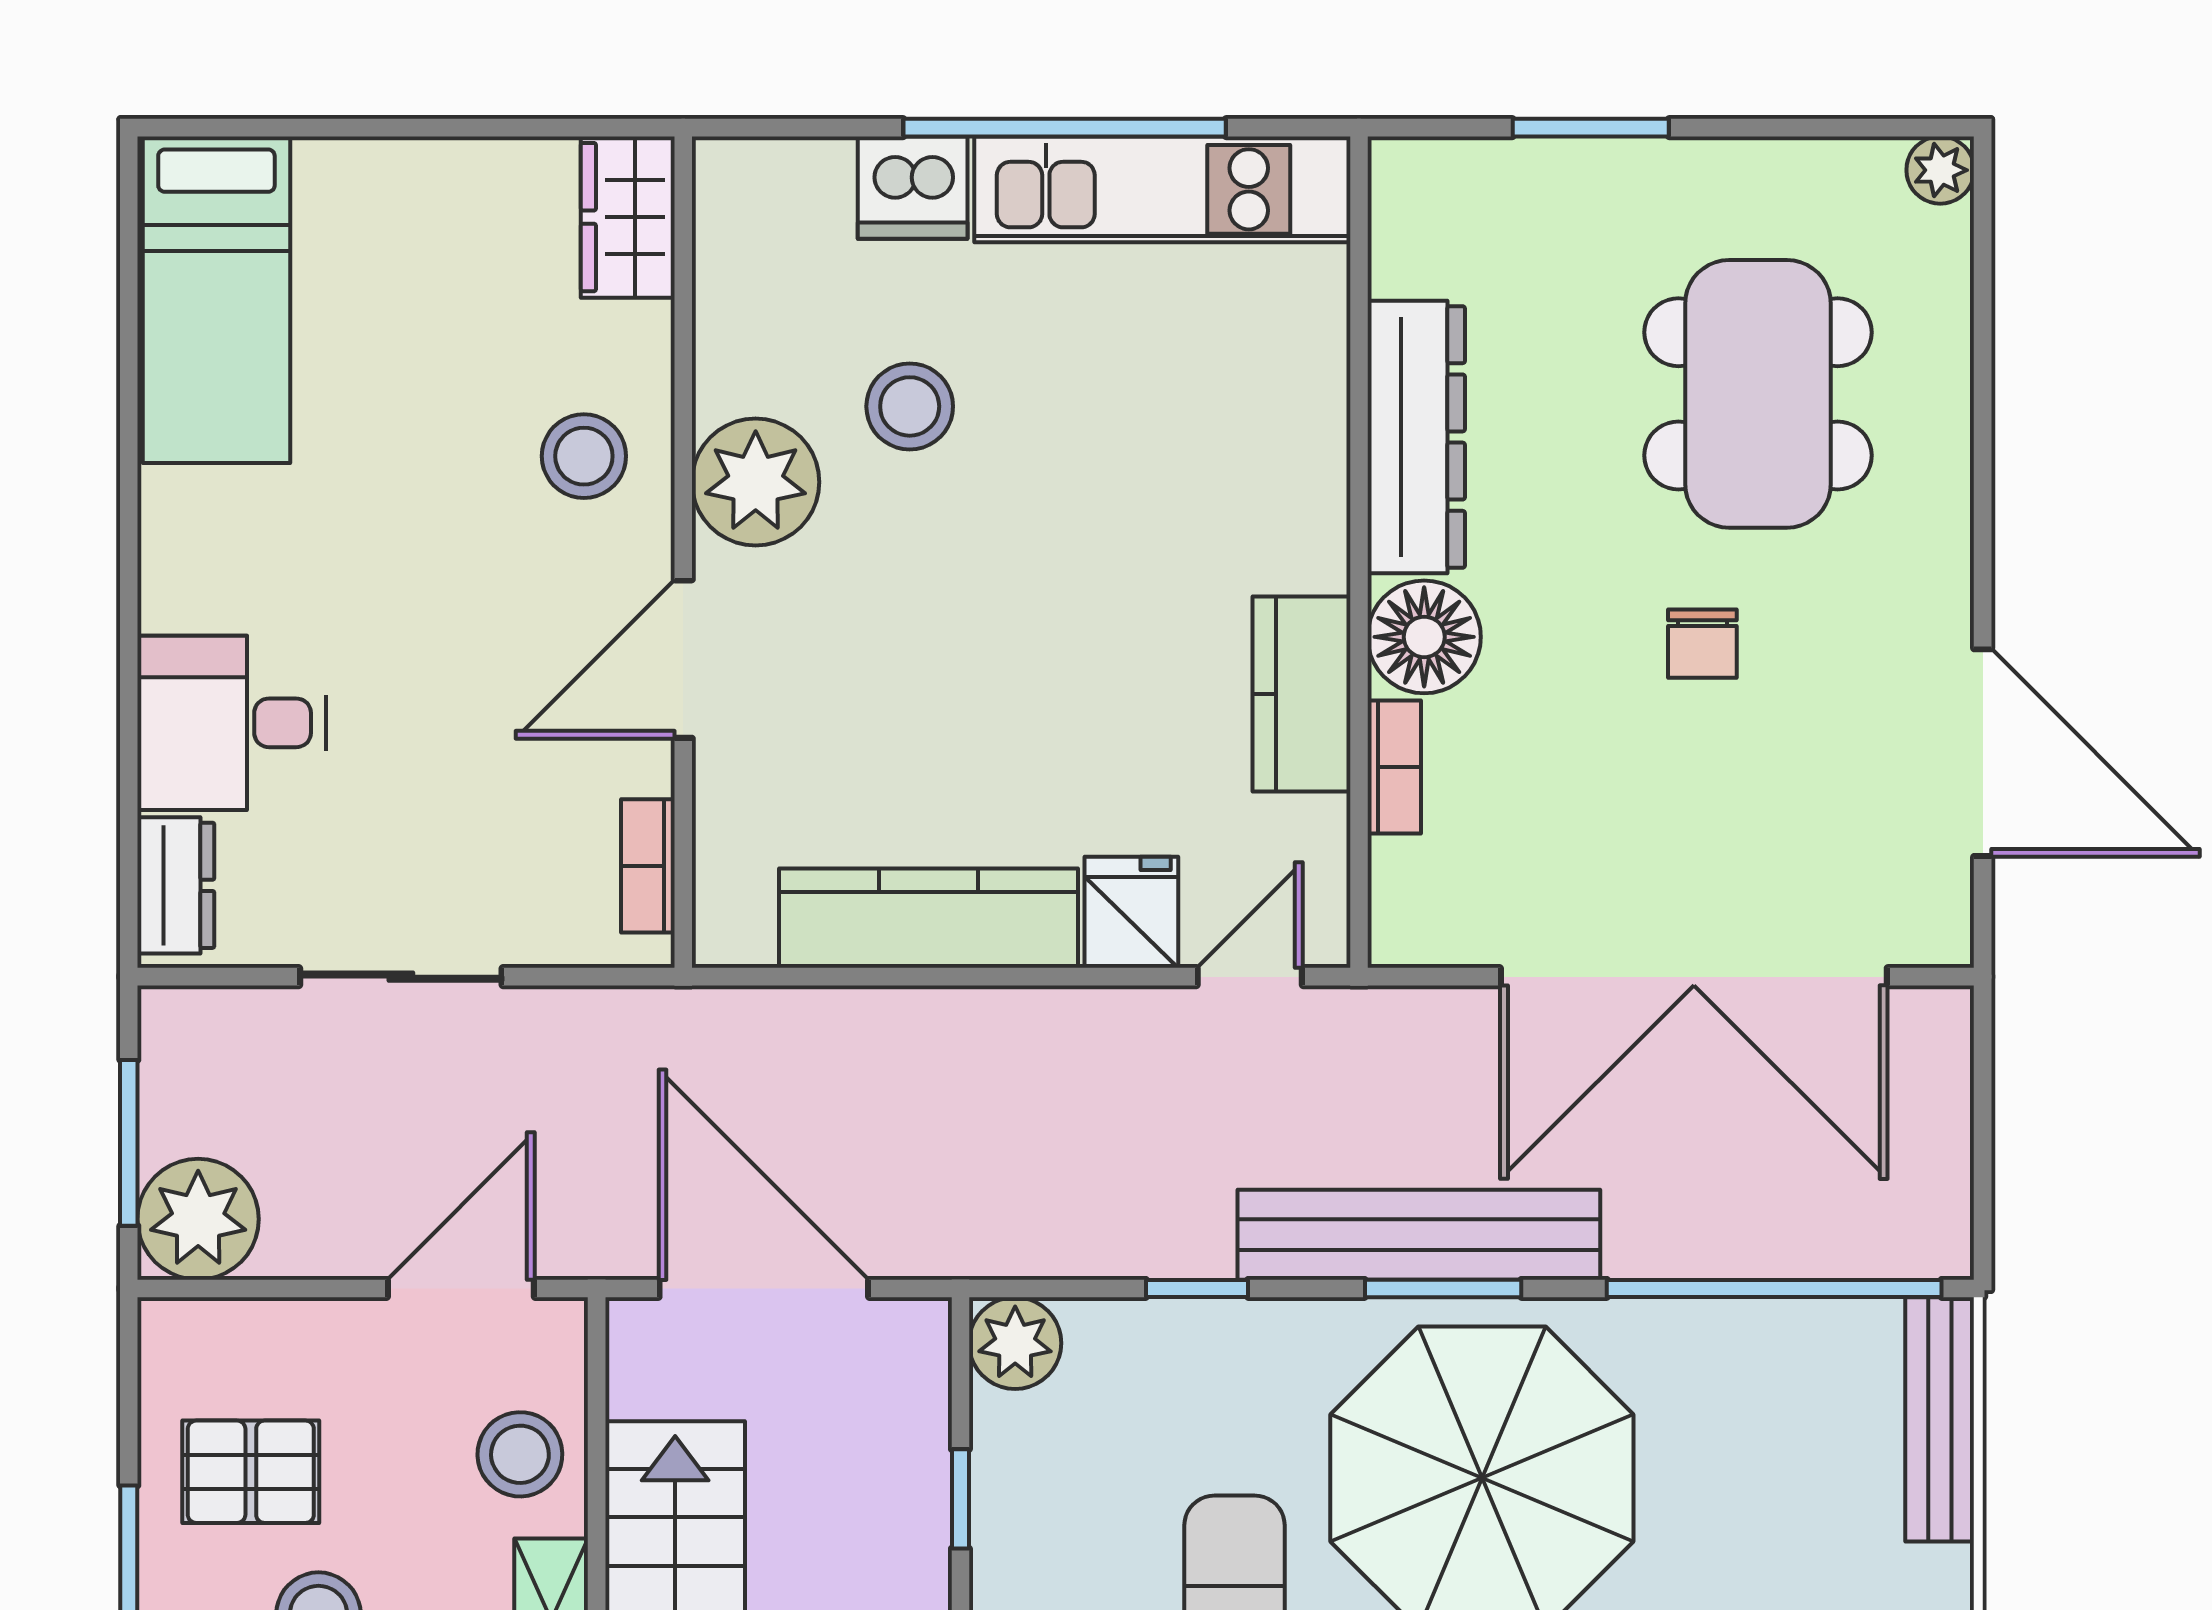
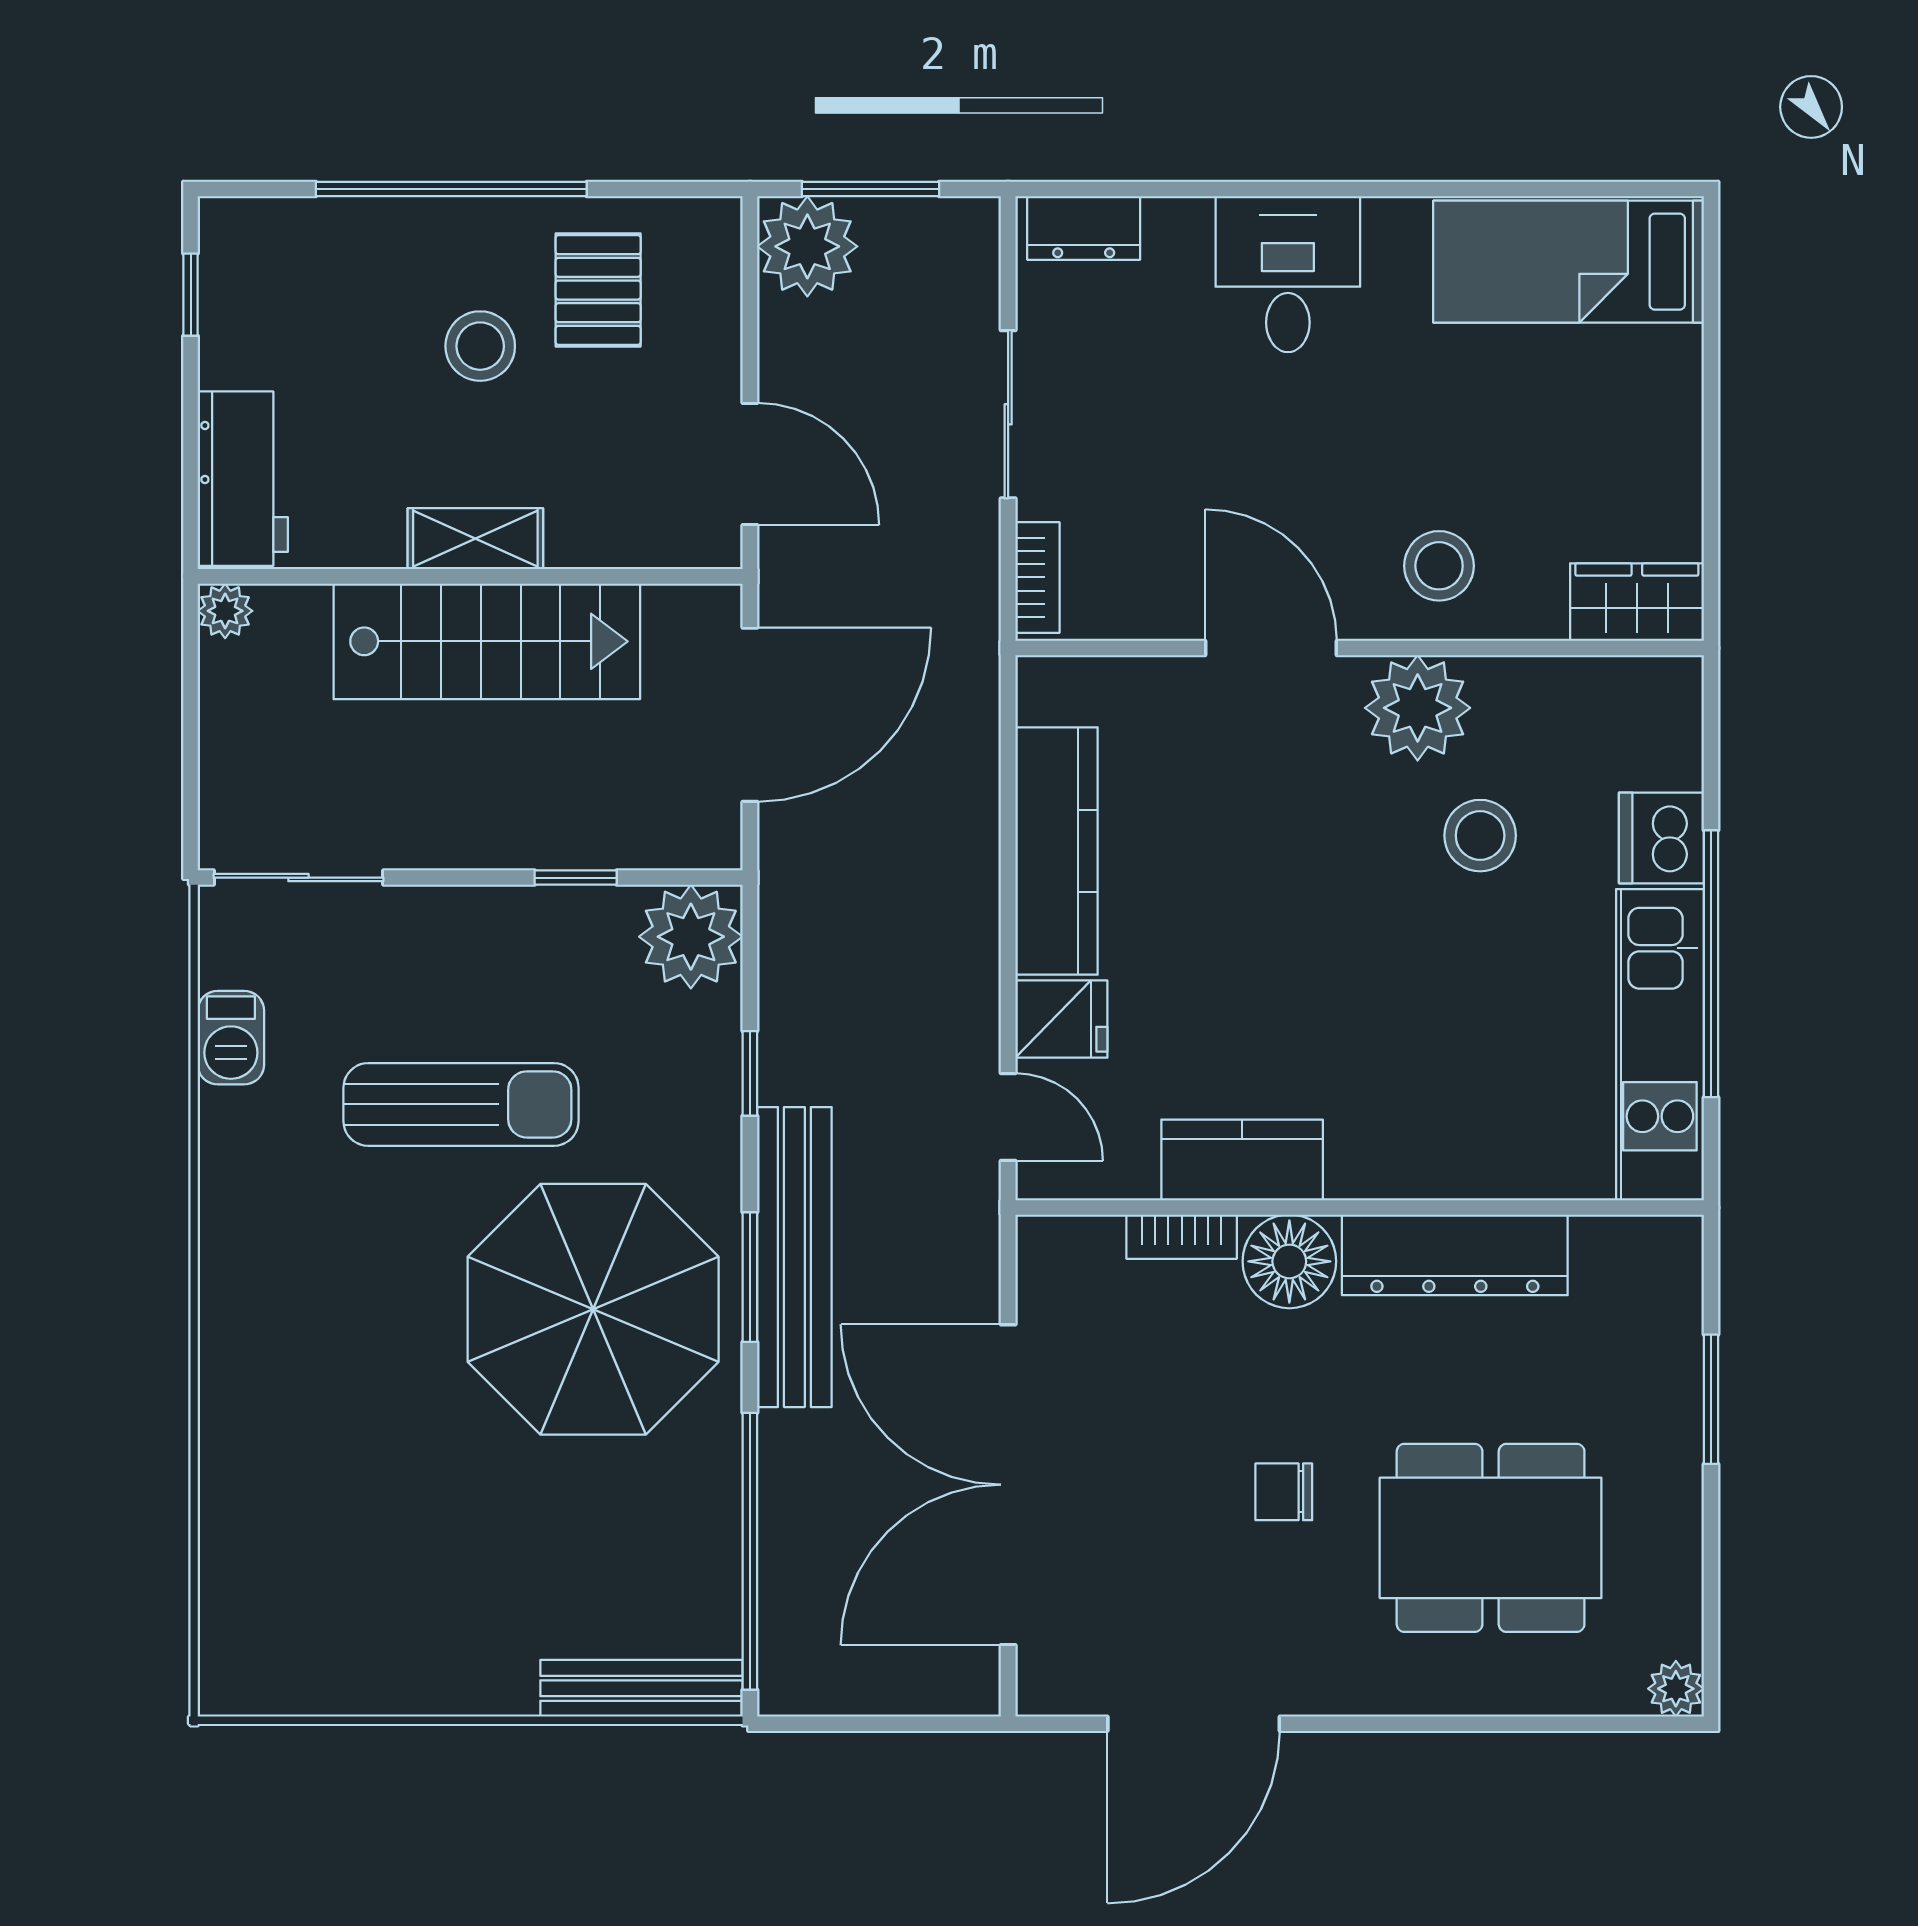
desk: (232, 723) -> (1288, 274), moved
bookcase: (648, 866) -> (1037, 577), moved, turned 90
plant: (1015, 1343) -> (691, 937), width x1.36, depth x1.36
stool: (520, 1454) -> (613, 513), removed

